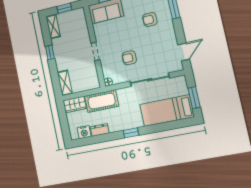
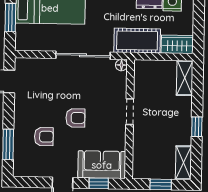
armchair: (129, 58) -> (75, 118), moved
sliding door: (150, 80) -> (83, 55), moved

